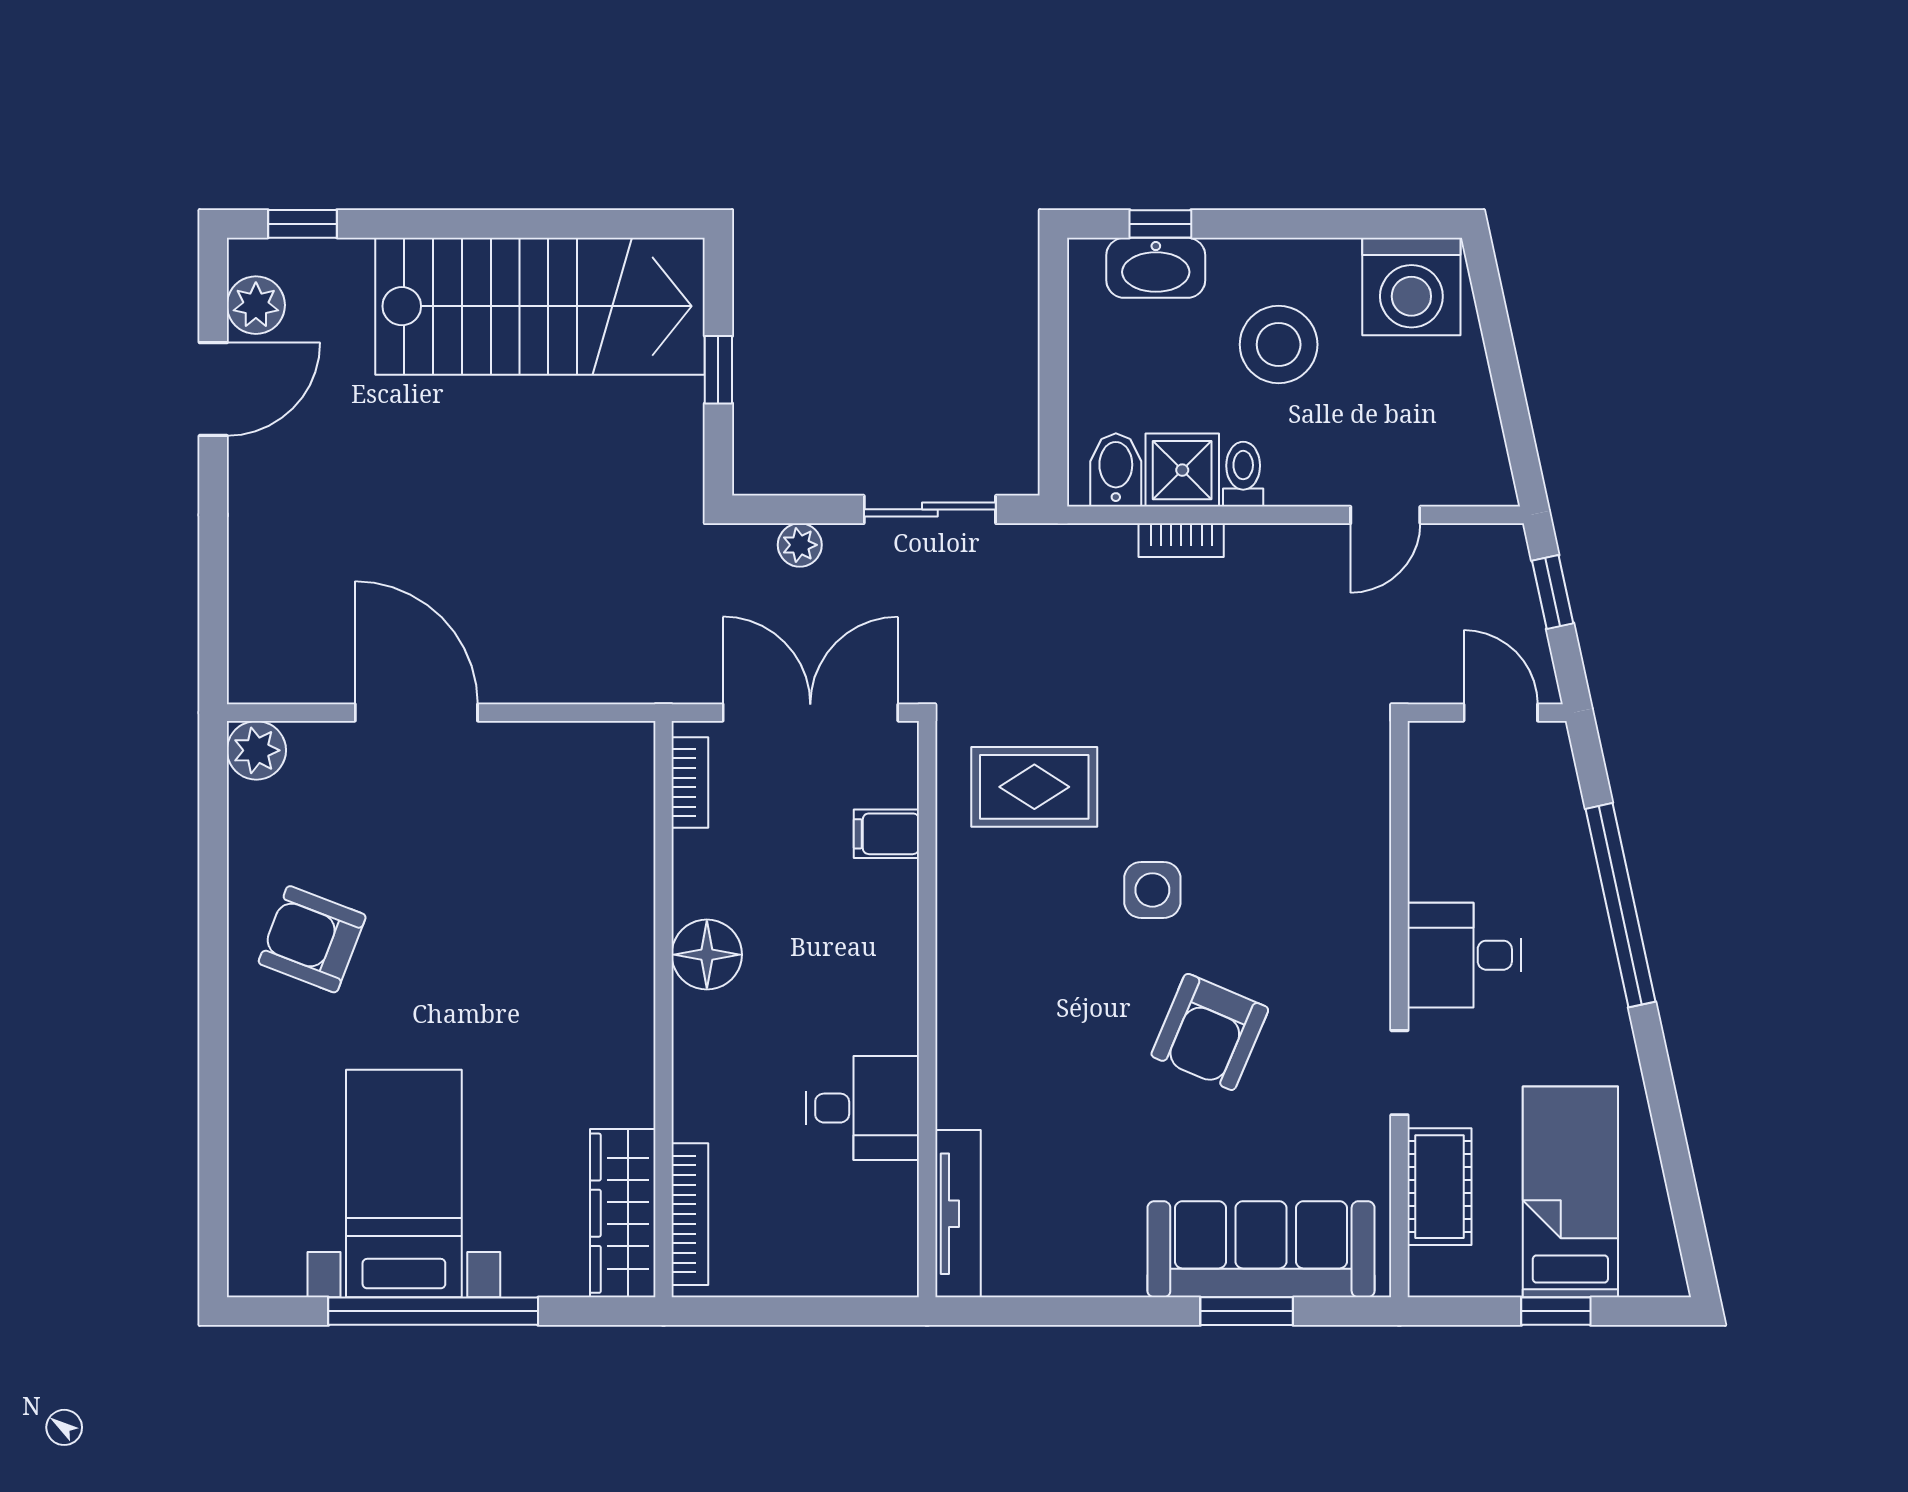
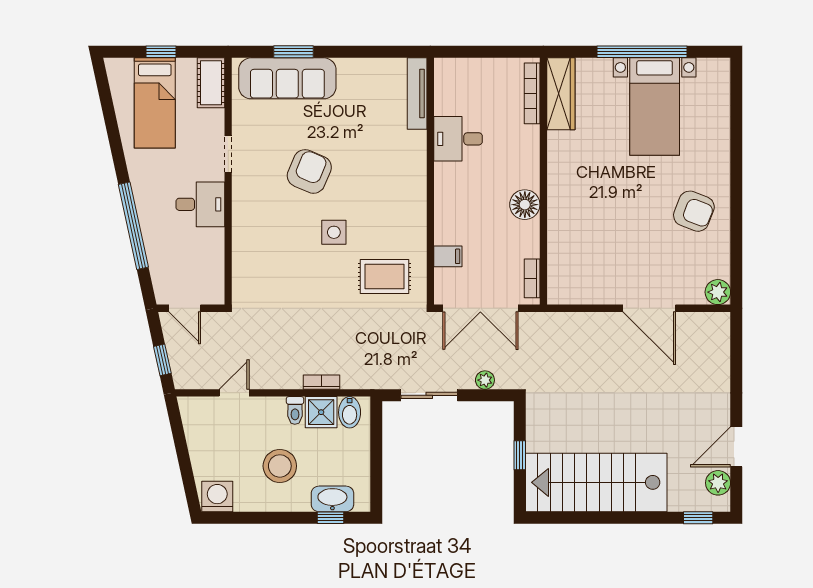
washing machine: (1411, 286) -> (217, 497), width x0.73, depth x0.73
cot: (1439, 1187) -> (211, 83), moved

